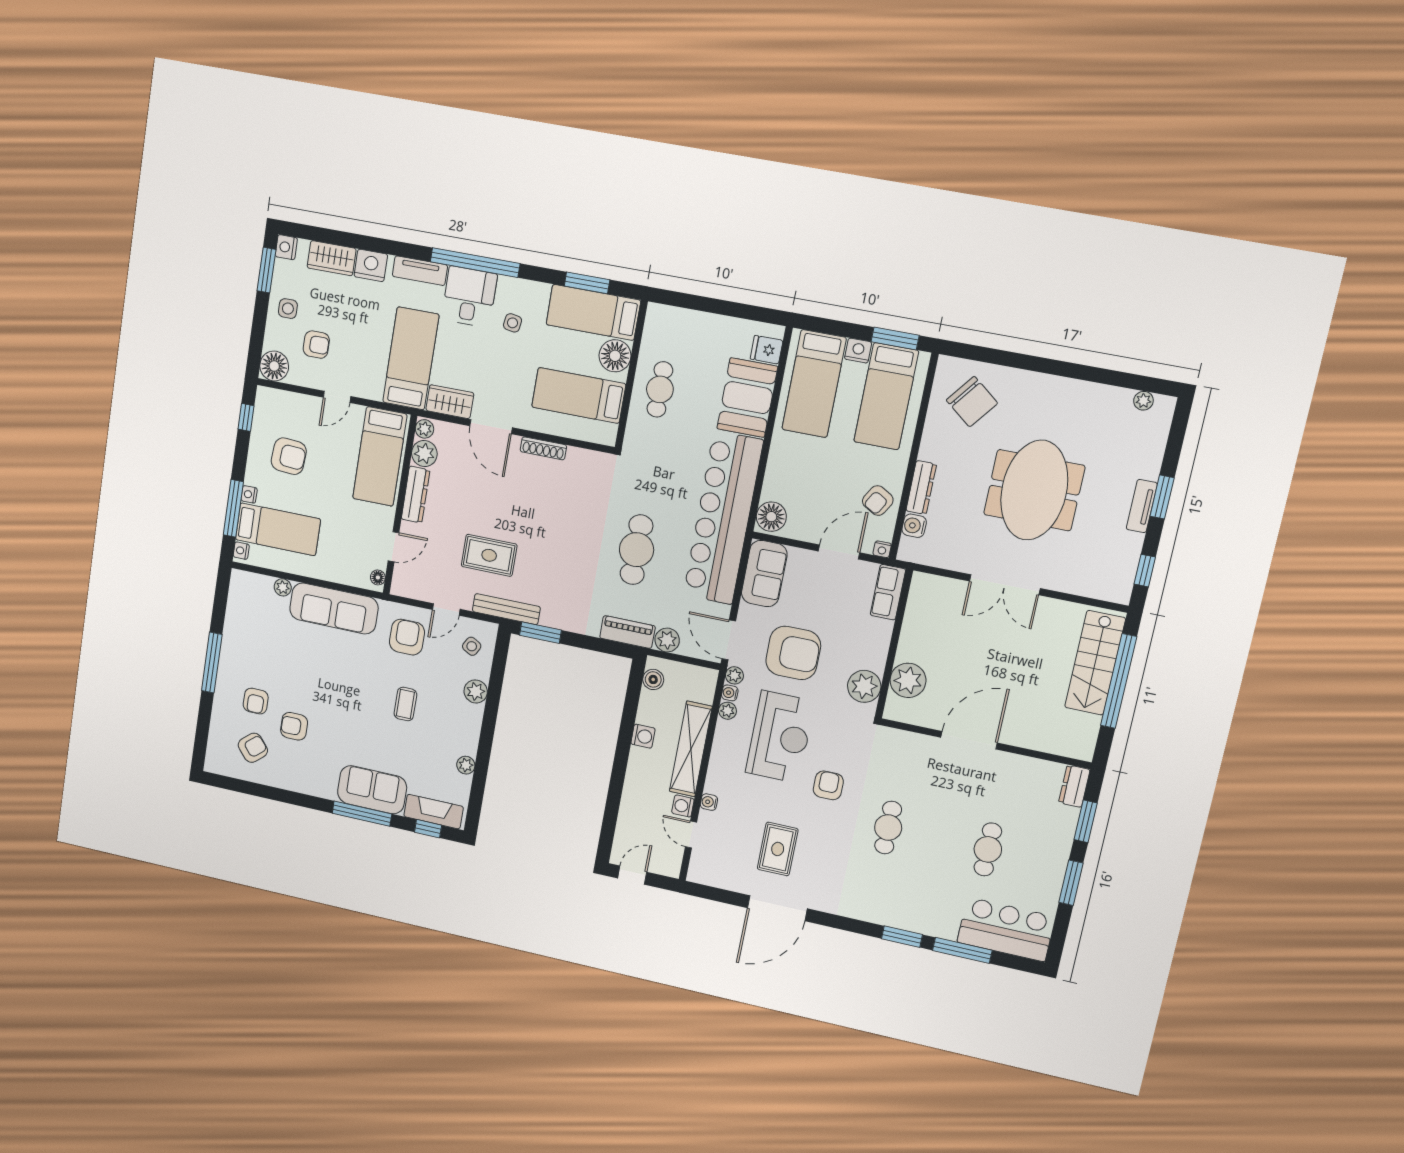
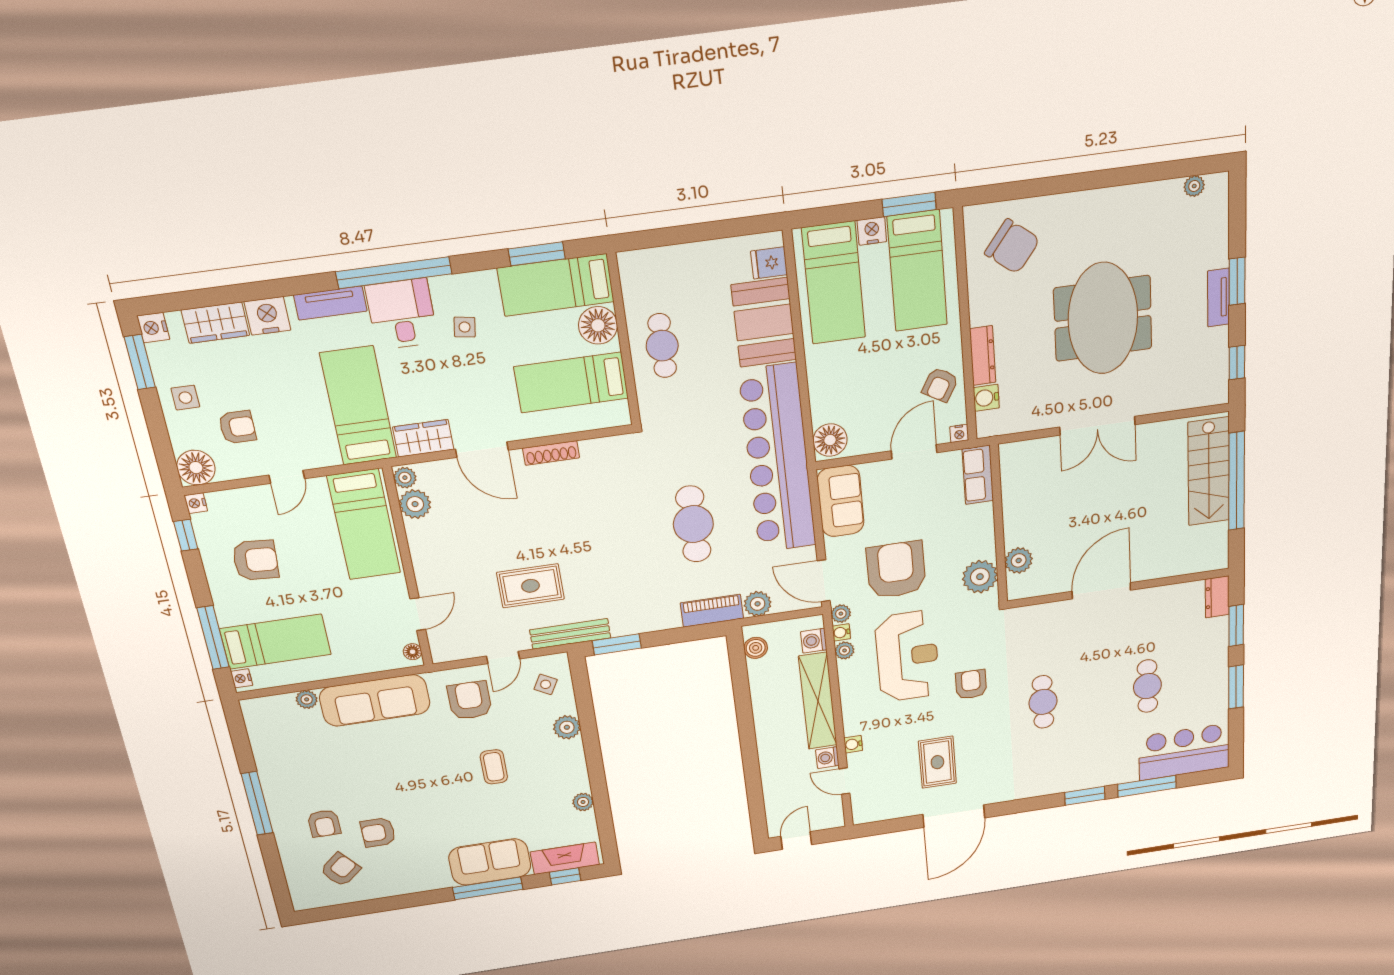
nightstand: (249, 494) -> (196, 503), moved
dresser: (416, 495) -> (422, 551), removed
armchair: (793, 653) -> (896, 570), turned -90
plant: (908, 680) -> (1019, 560), width x0.73, depth x0.73
washing machine: (643, 736) -> (814, 641), moved, turned 180

